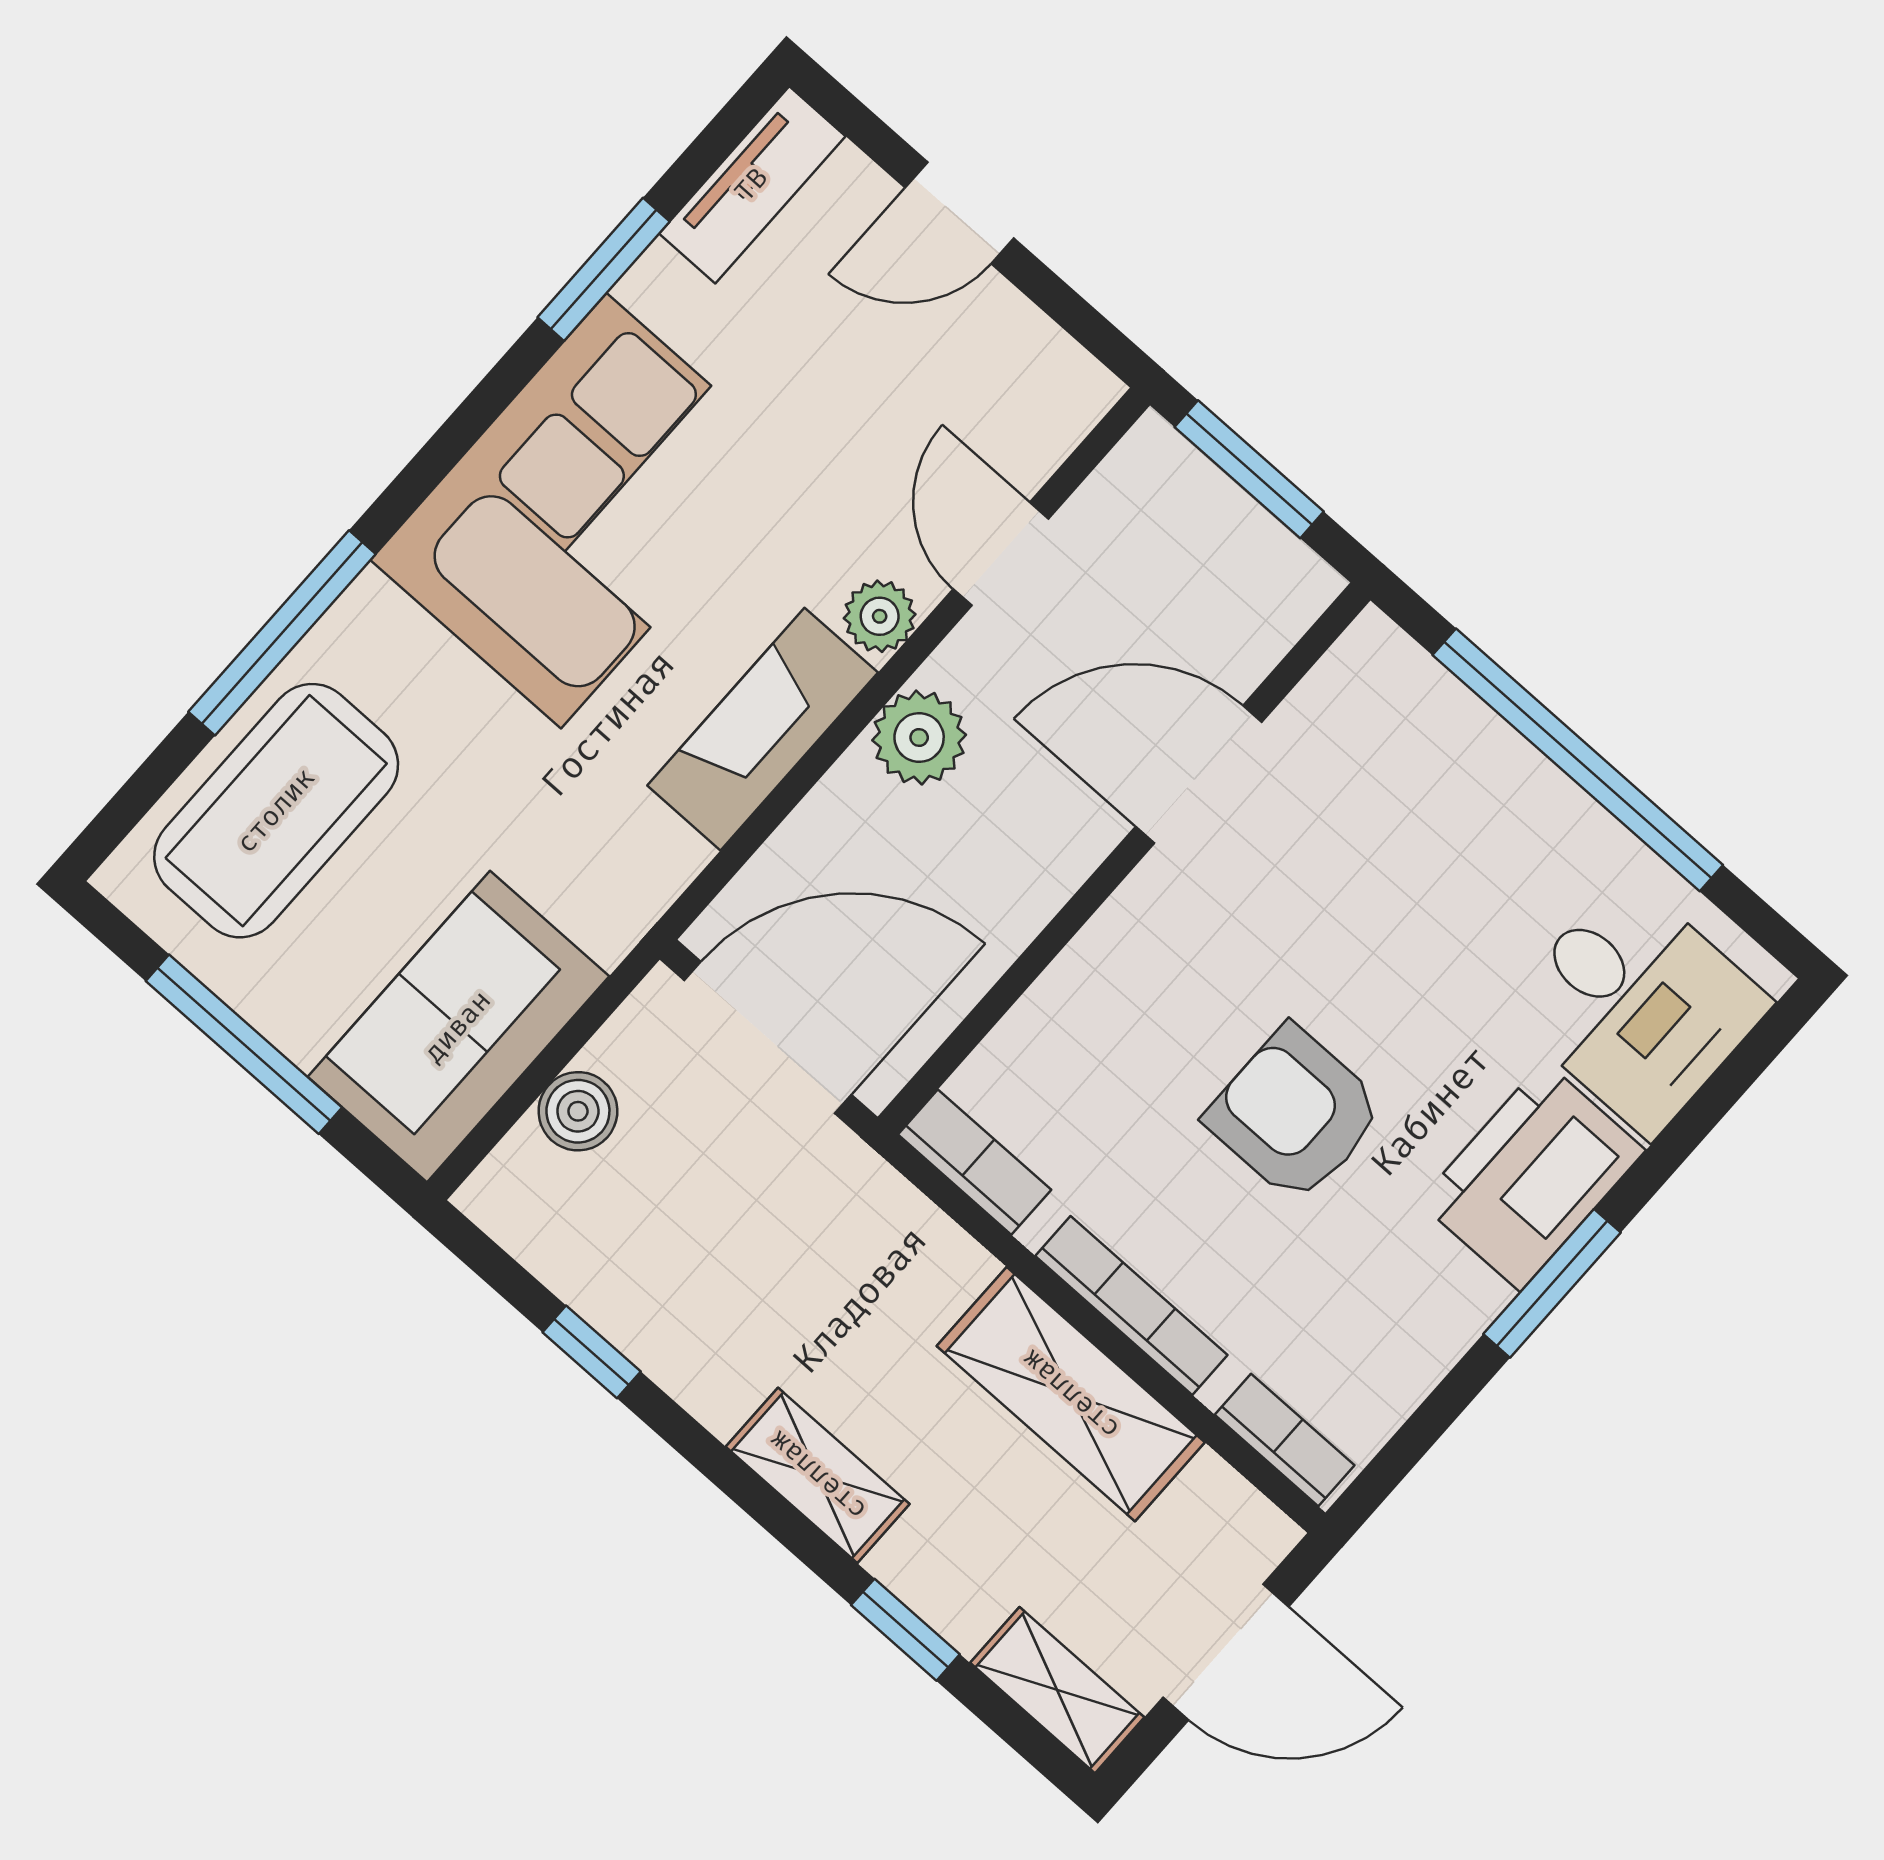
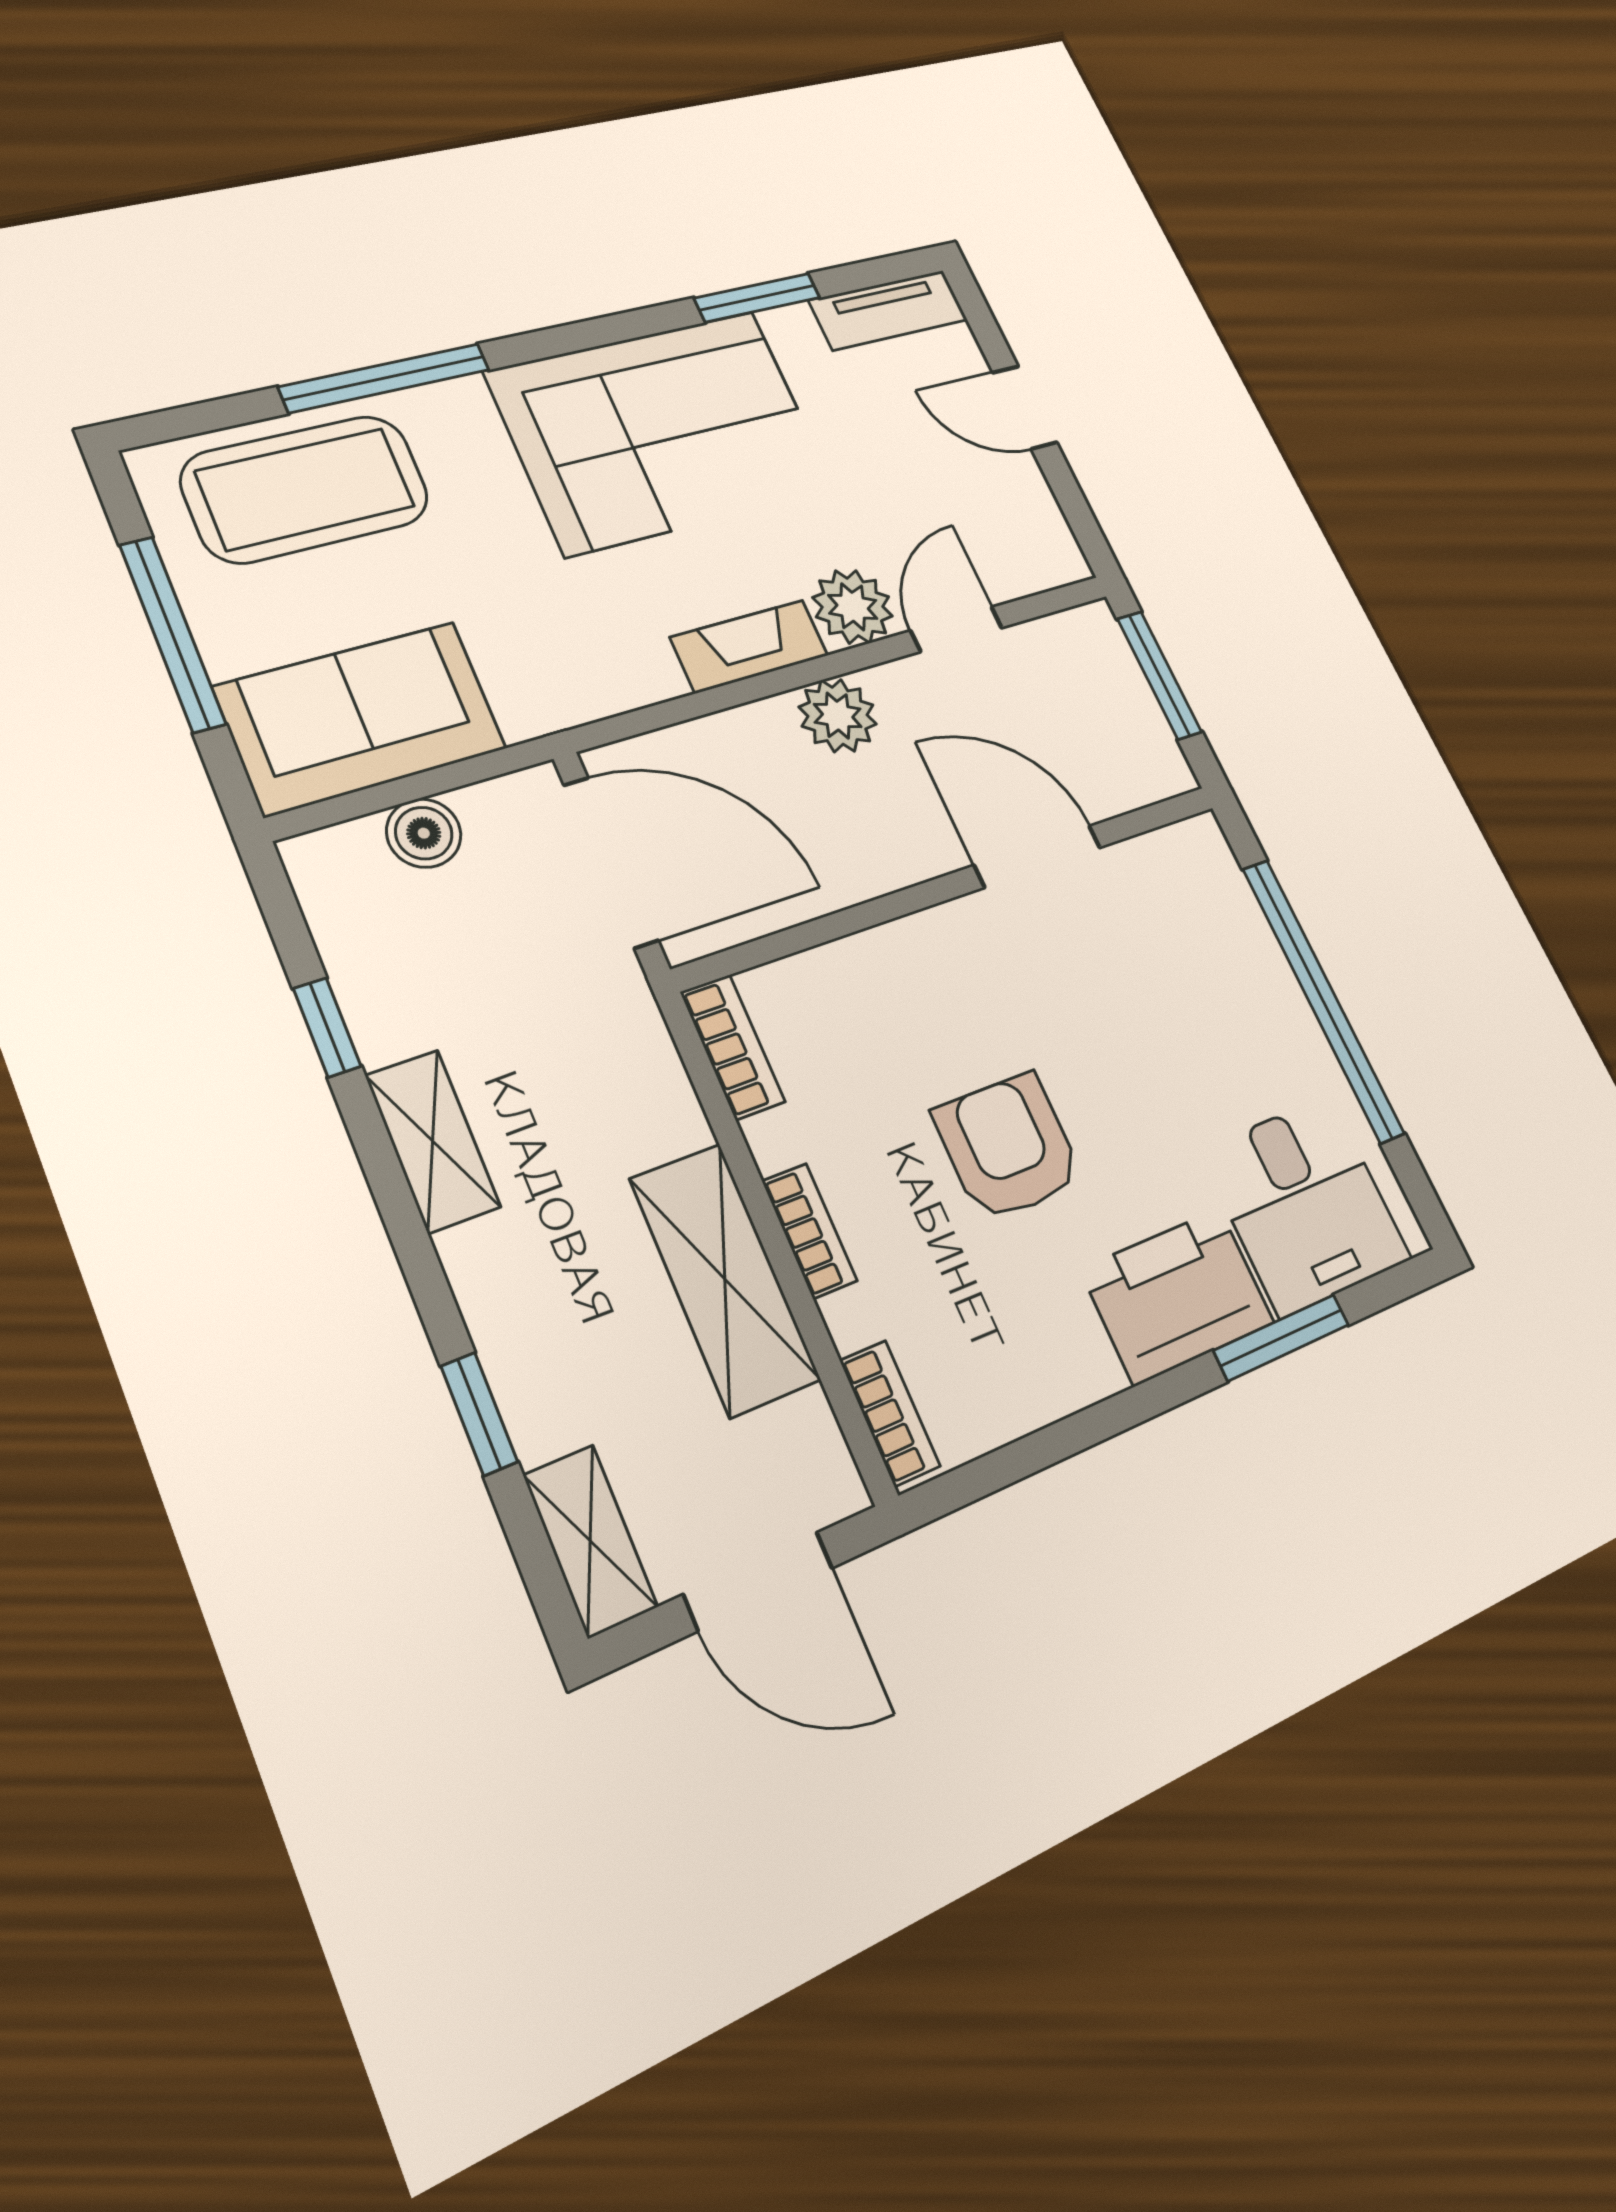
plant: (880, 616) -> (853, 607), width x1.38, depth x1.38
fireplace: (763, 729) -> (749, 646), width x0.73, depth x0.76
window: (1552, 1283) -> (1281, 1338), moved
bookcase: (1131, 1306) -> (809, 1231), width x0.64
shelving: (818, 1475) -> (433, 1141), moved

